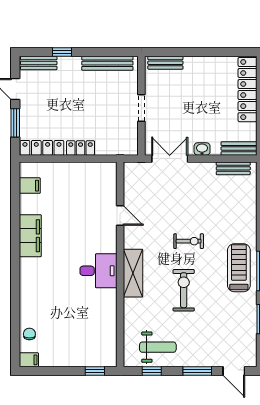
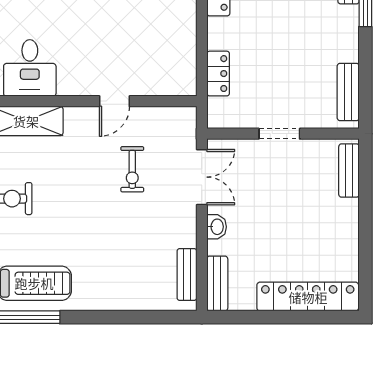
bench: (107, 63) -> (348, 92), width x0.73
locker: (81, 148) -> (218, 74), moved
exercise bike: (189, 241) -> (132, 169), moved

